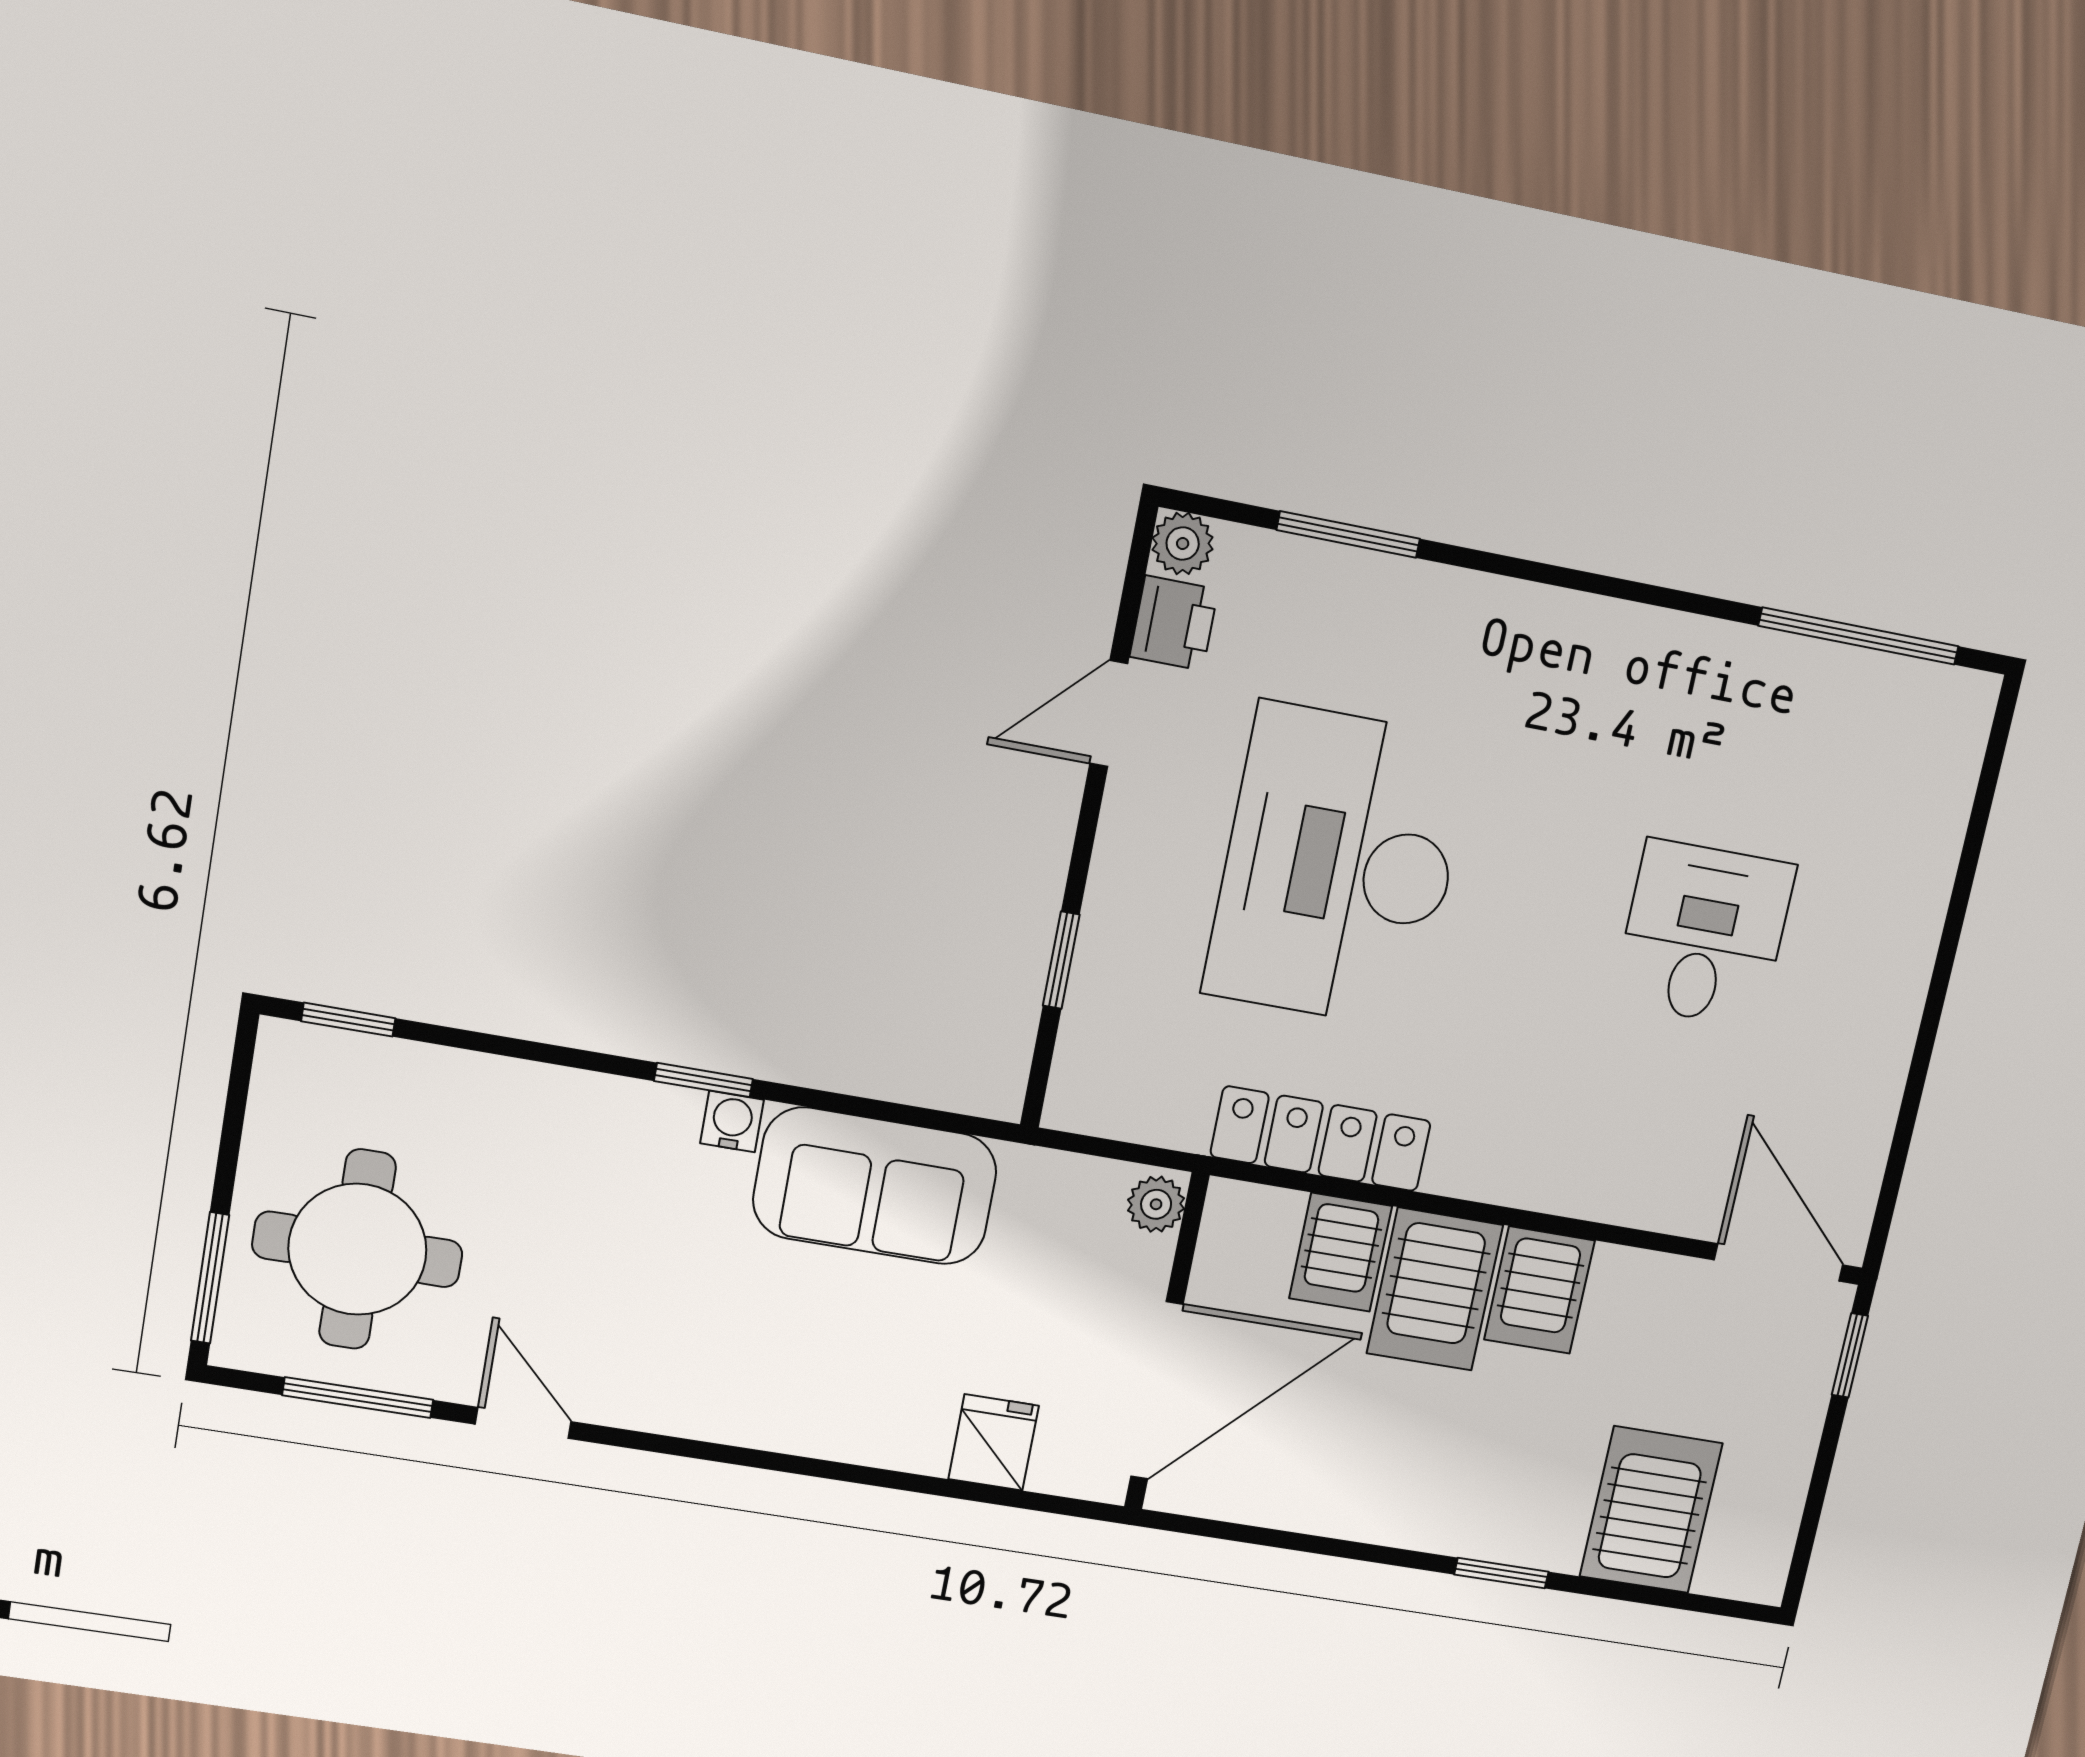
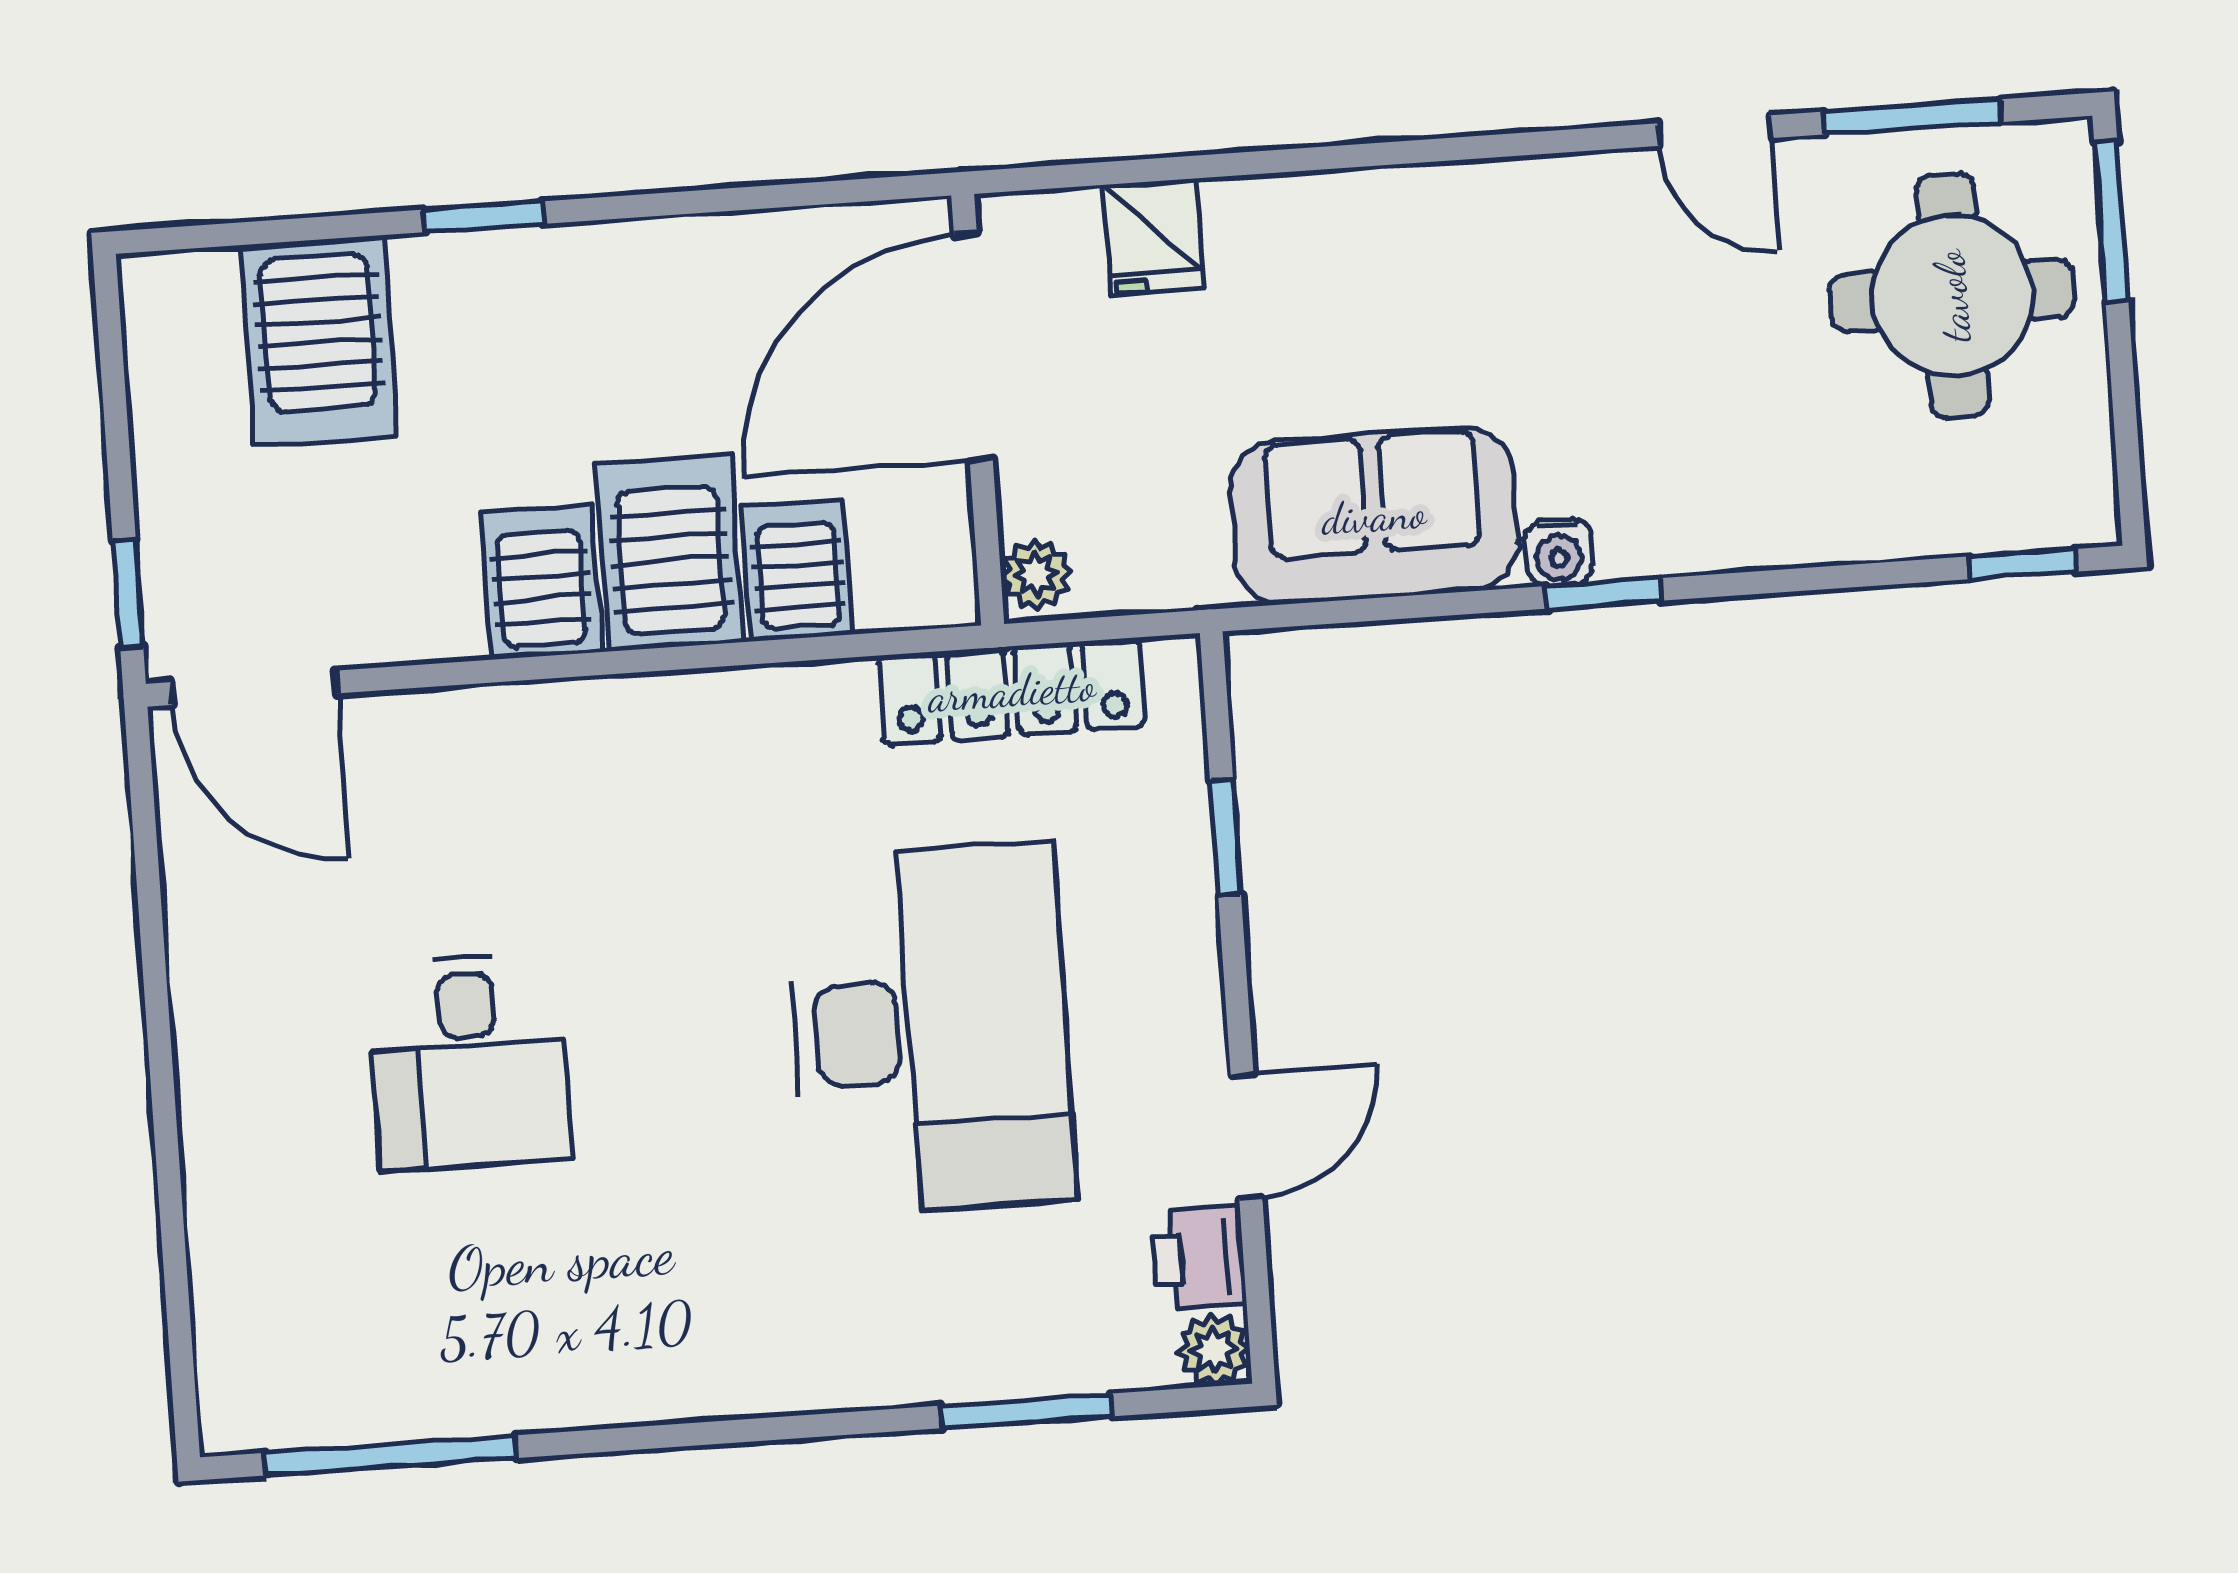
locker: (1321, 1139) -> (1012, 691), moved

